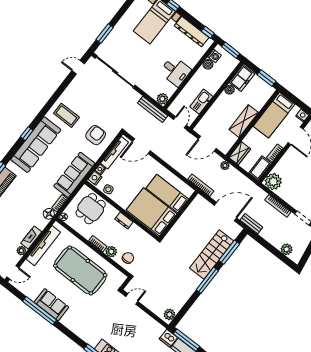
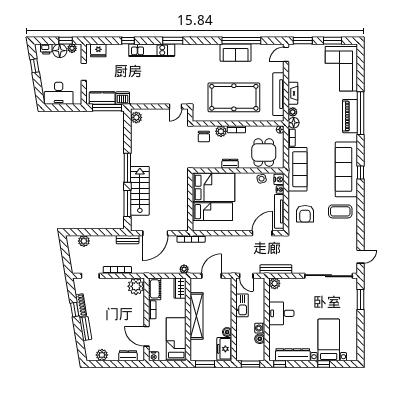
washing machine: (214, 56) -> (260, 328), moved
shelving: (244, 121) -> (197, 316), width x1.47
plant: (21, 251) -> (293, 112), moved

